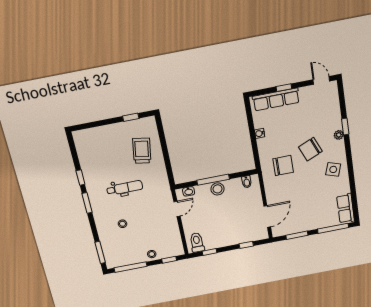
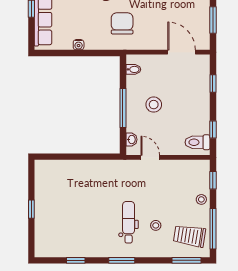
window: (131, 117) -> (31, 209), moved
trolley: (142, 151) -> (190, 236), moved
window: (80, 178) -> (76, 260), moved
dental chair: (125, 188) -> (129, 222), moved
stool: (218, 189) -> (154, 105), moved

